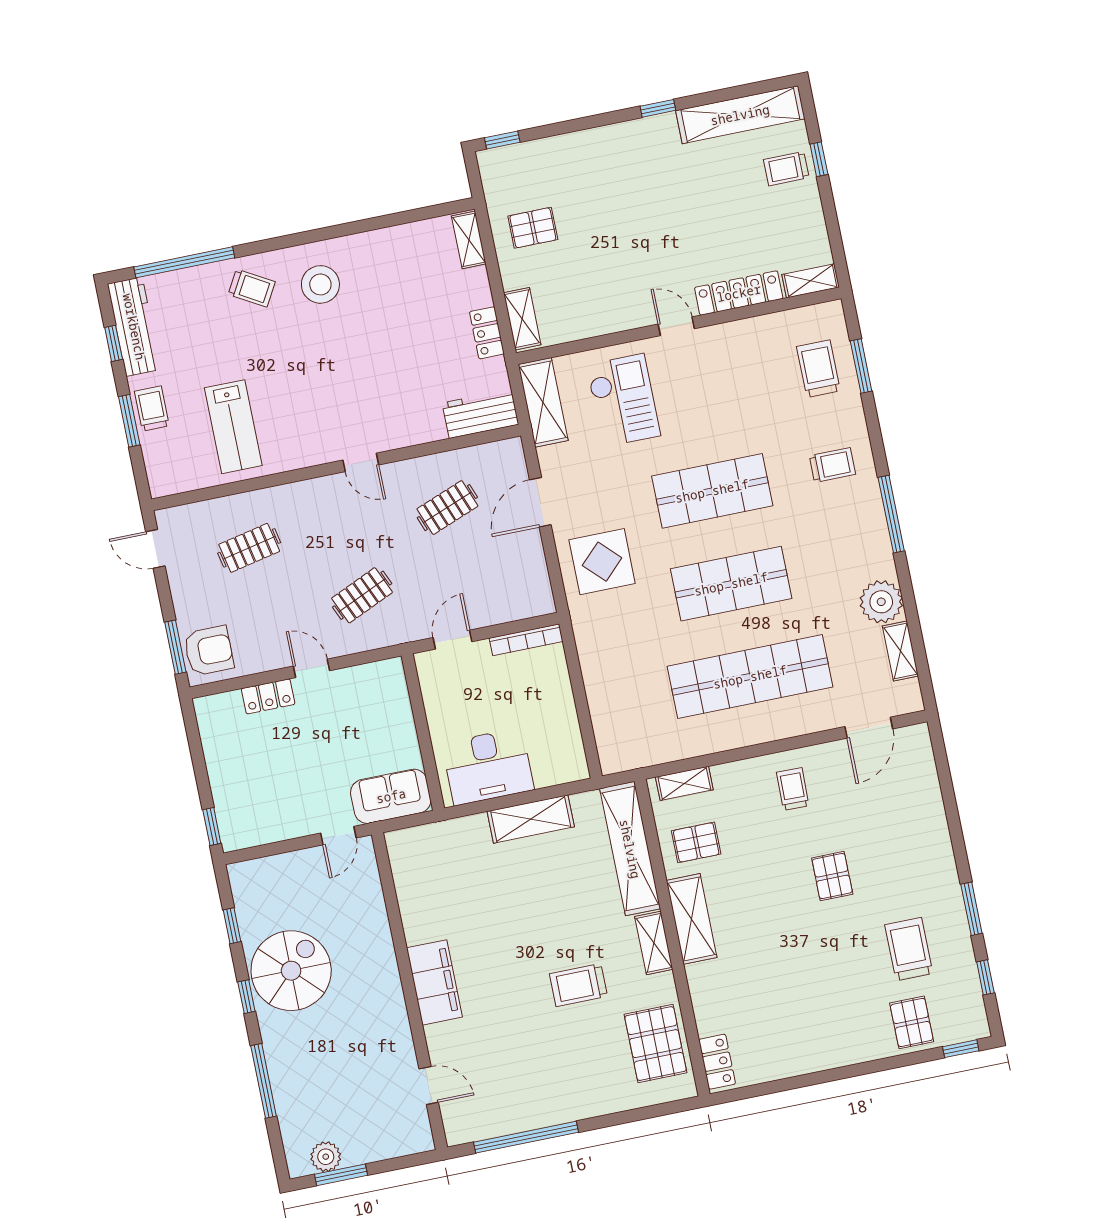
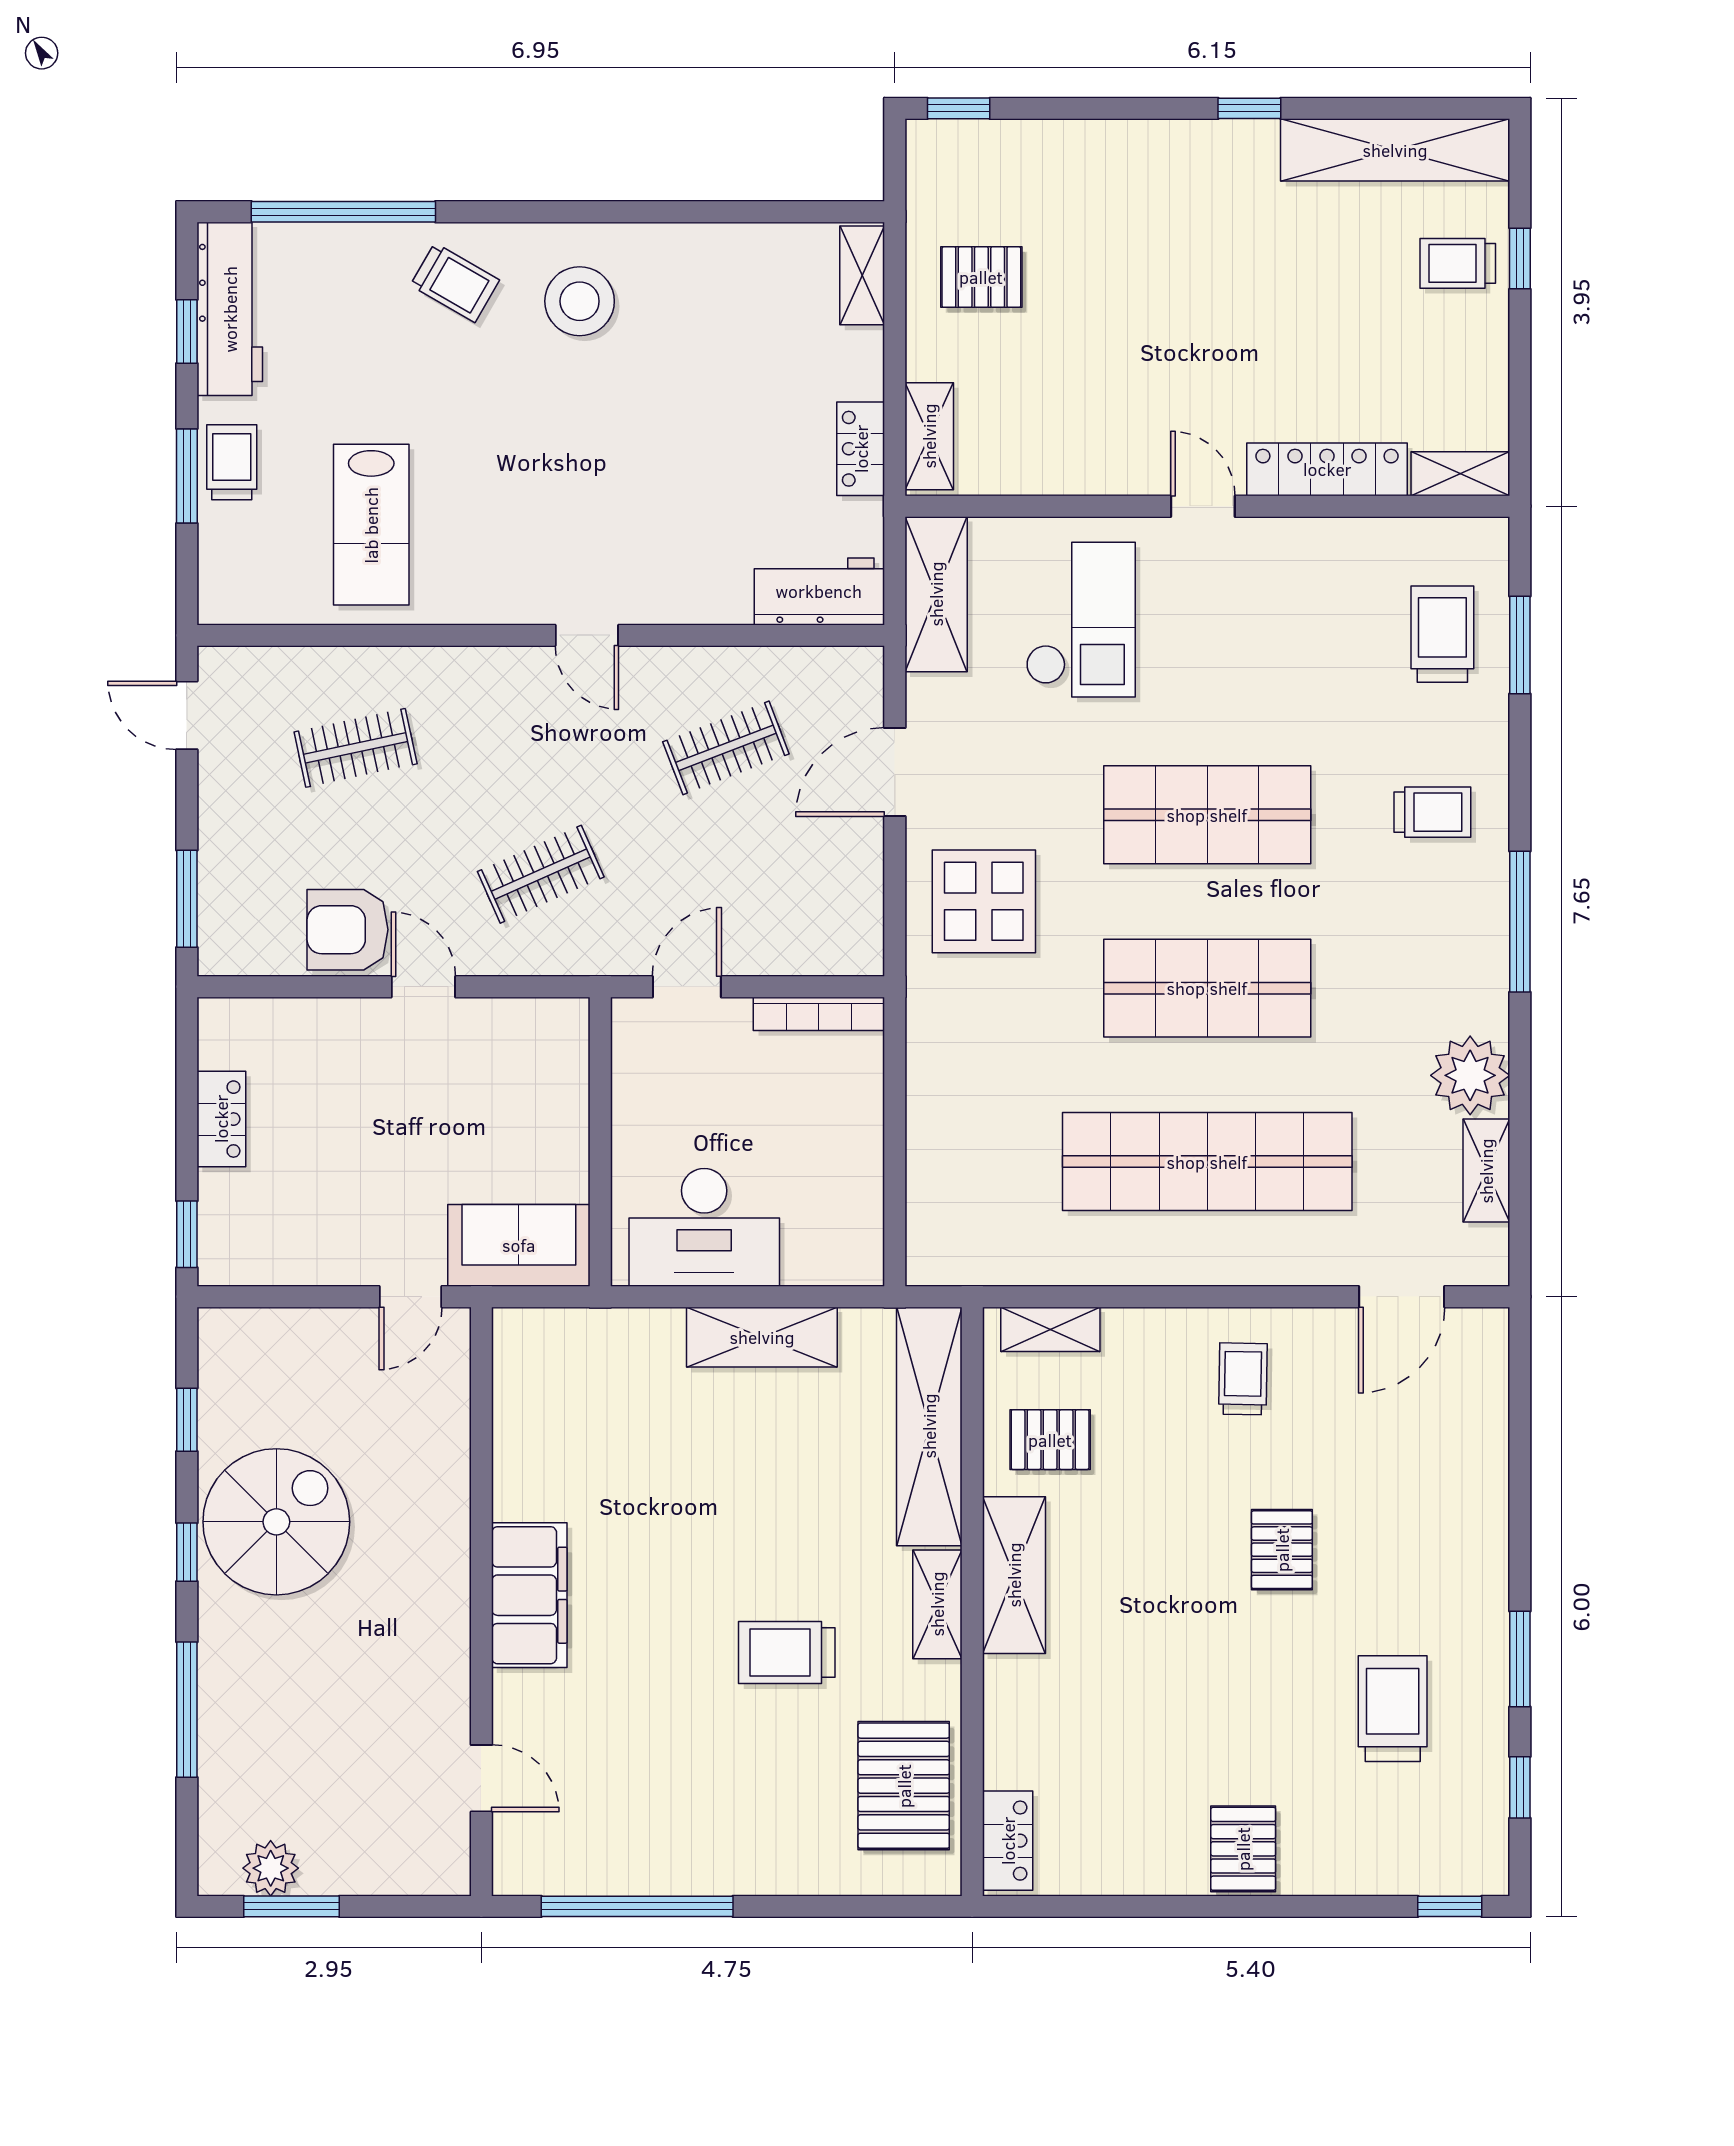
armchair: (209, 651) -> (347, 930), moved, turned 180
locker: (268, 696) -> (221, 1119), moved, turned -90
pallet: (912, 1022) -> (1243, 1849), moved

